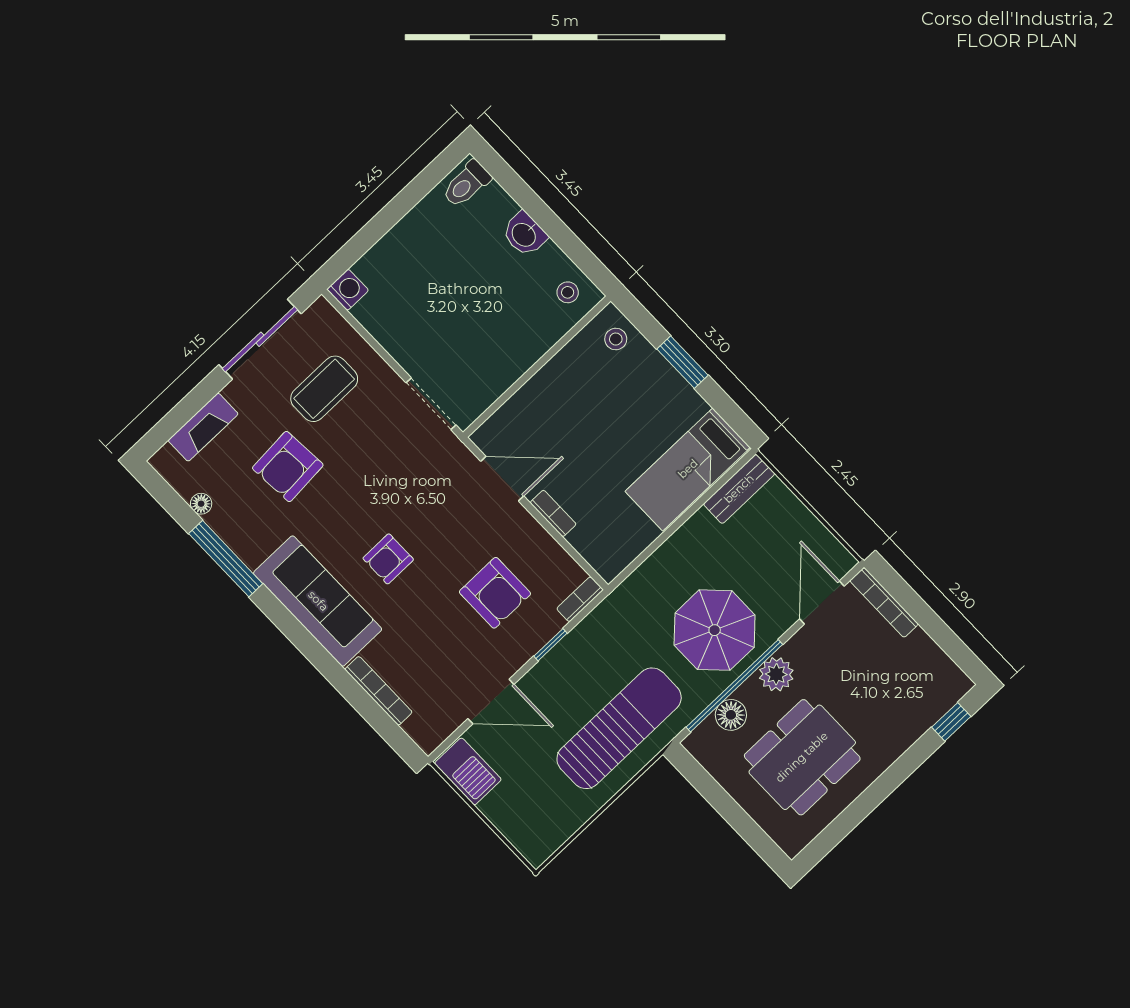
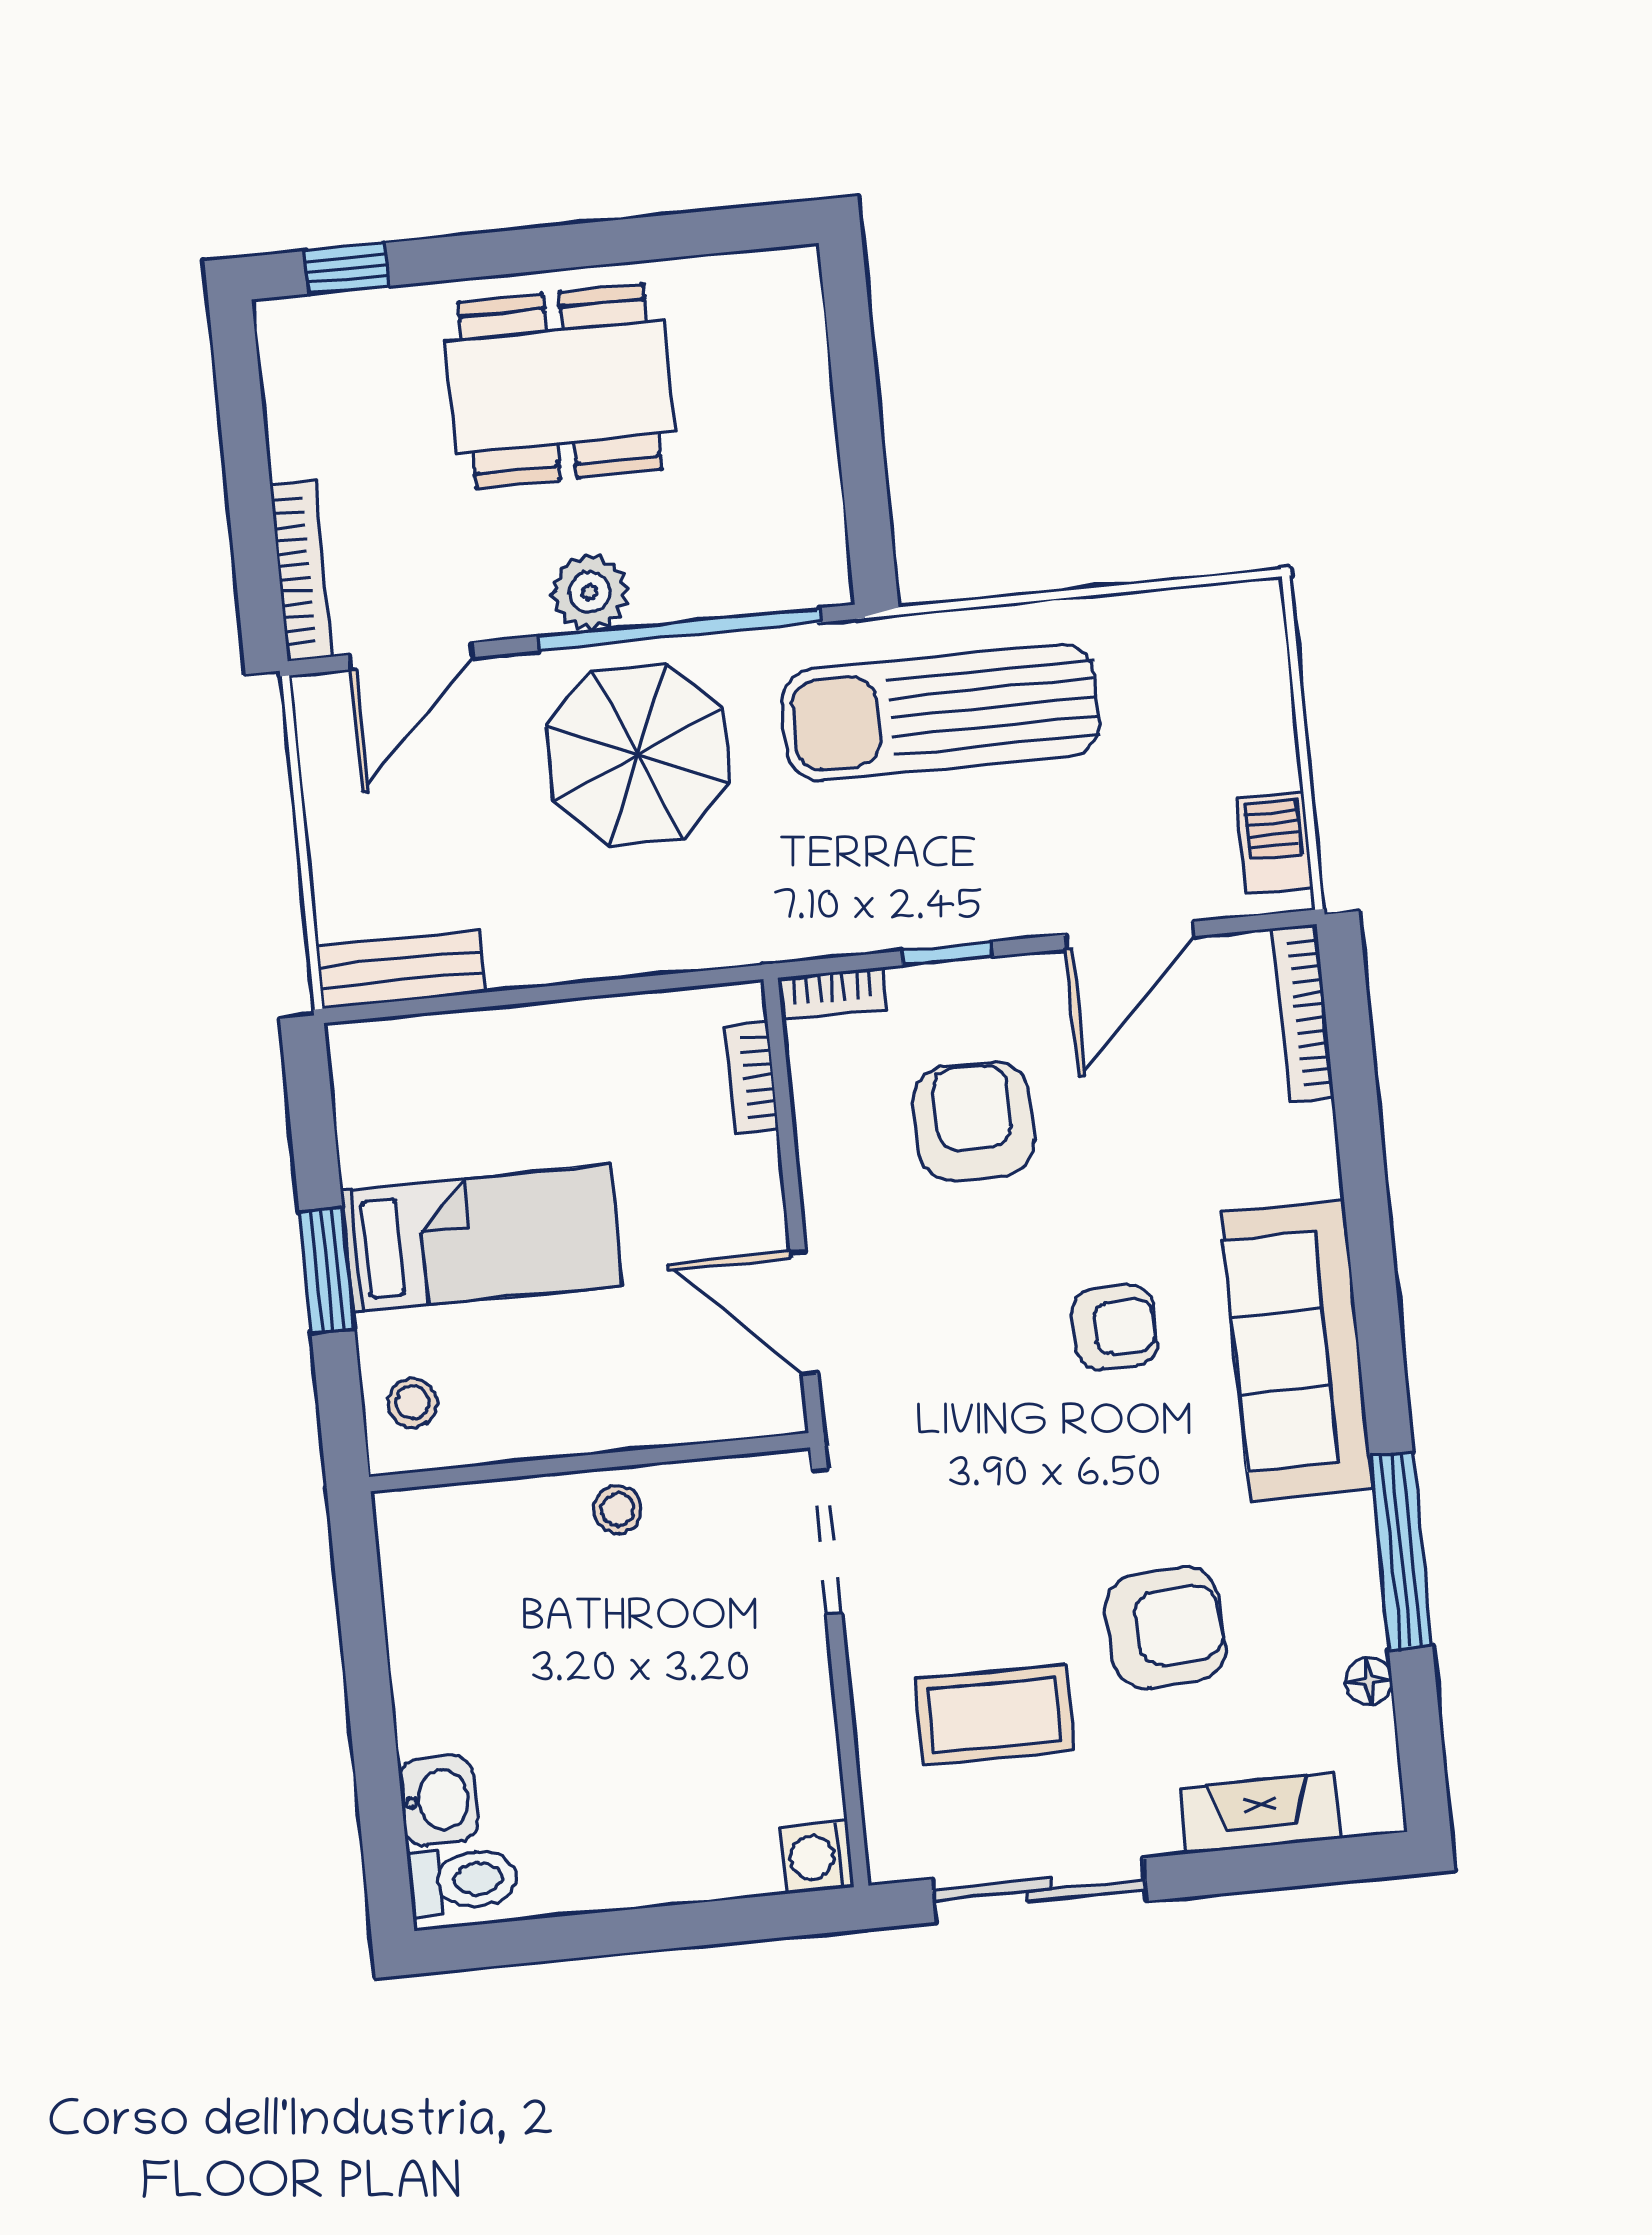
washbasin: (524, 234) -> (438, 1800), moved
stool: (568, 292) -> (618, 1510), moved
bed: (688, 469) -> (481, 1238), moved
bookcase: (553, 513) -> (752, 1077), moved
bookcase: (379, 691) -> (1303, 1013), moved
door: (491, 701) -> (1130, 935), swing flipped
floor lamp: (731, 715) -> (725, 583), removed
dining table: (802, 757) -> (560, 386), moved
barbecue: (468, 771) -> (1275, 843), width x0.73, depth x0.79

